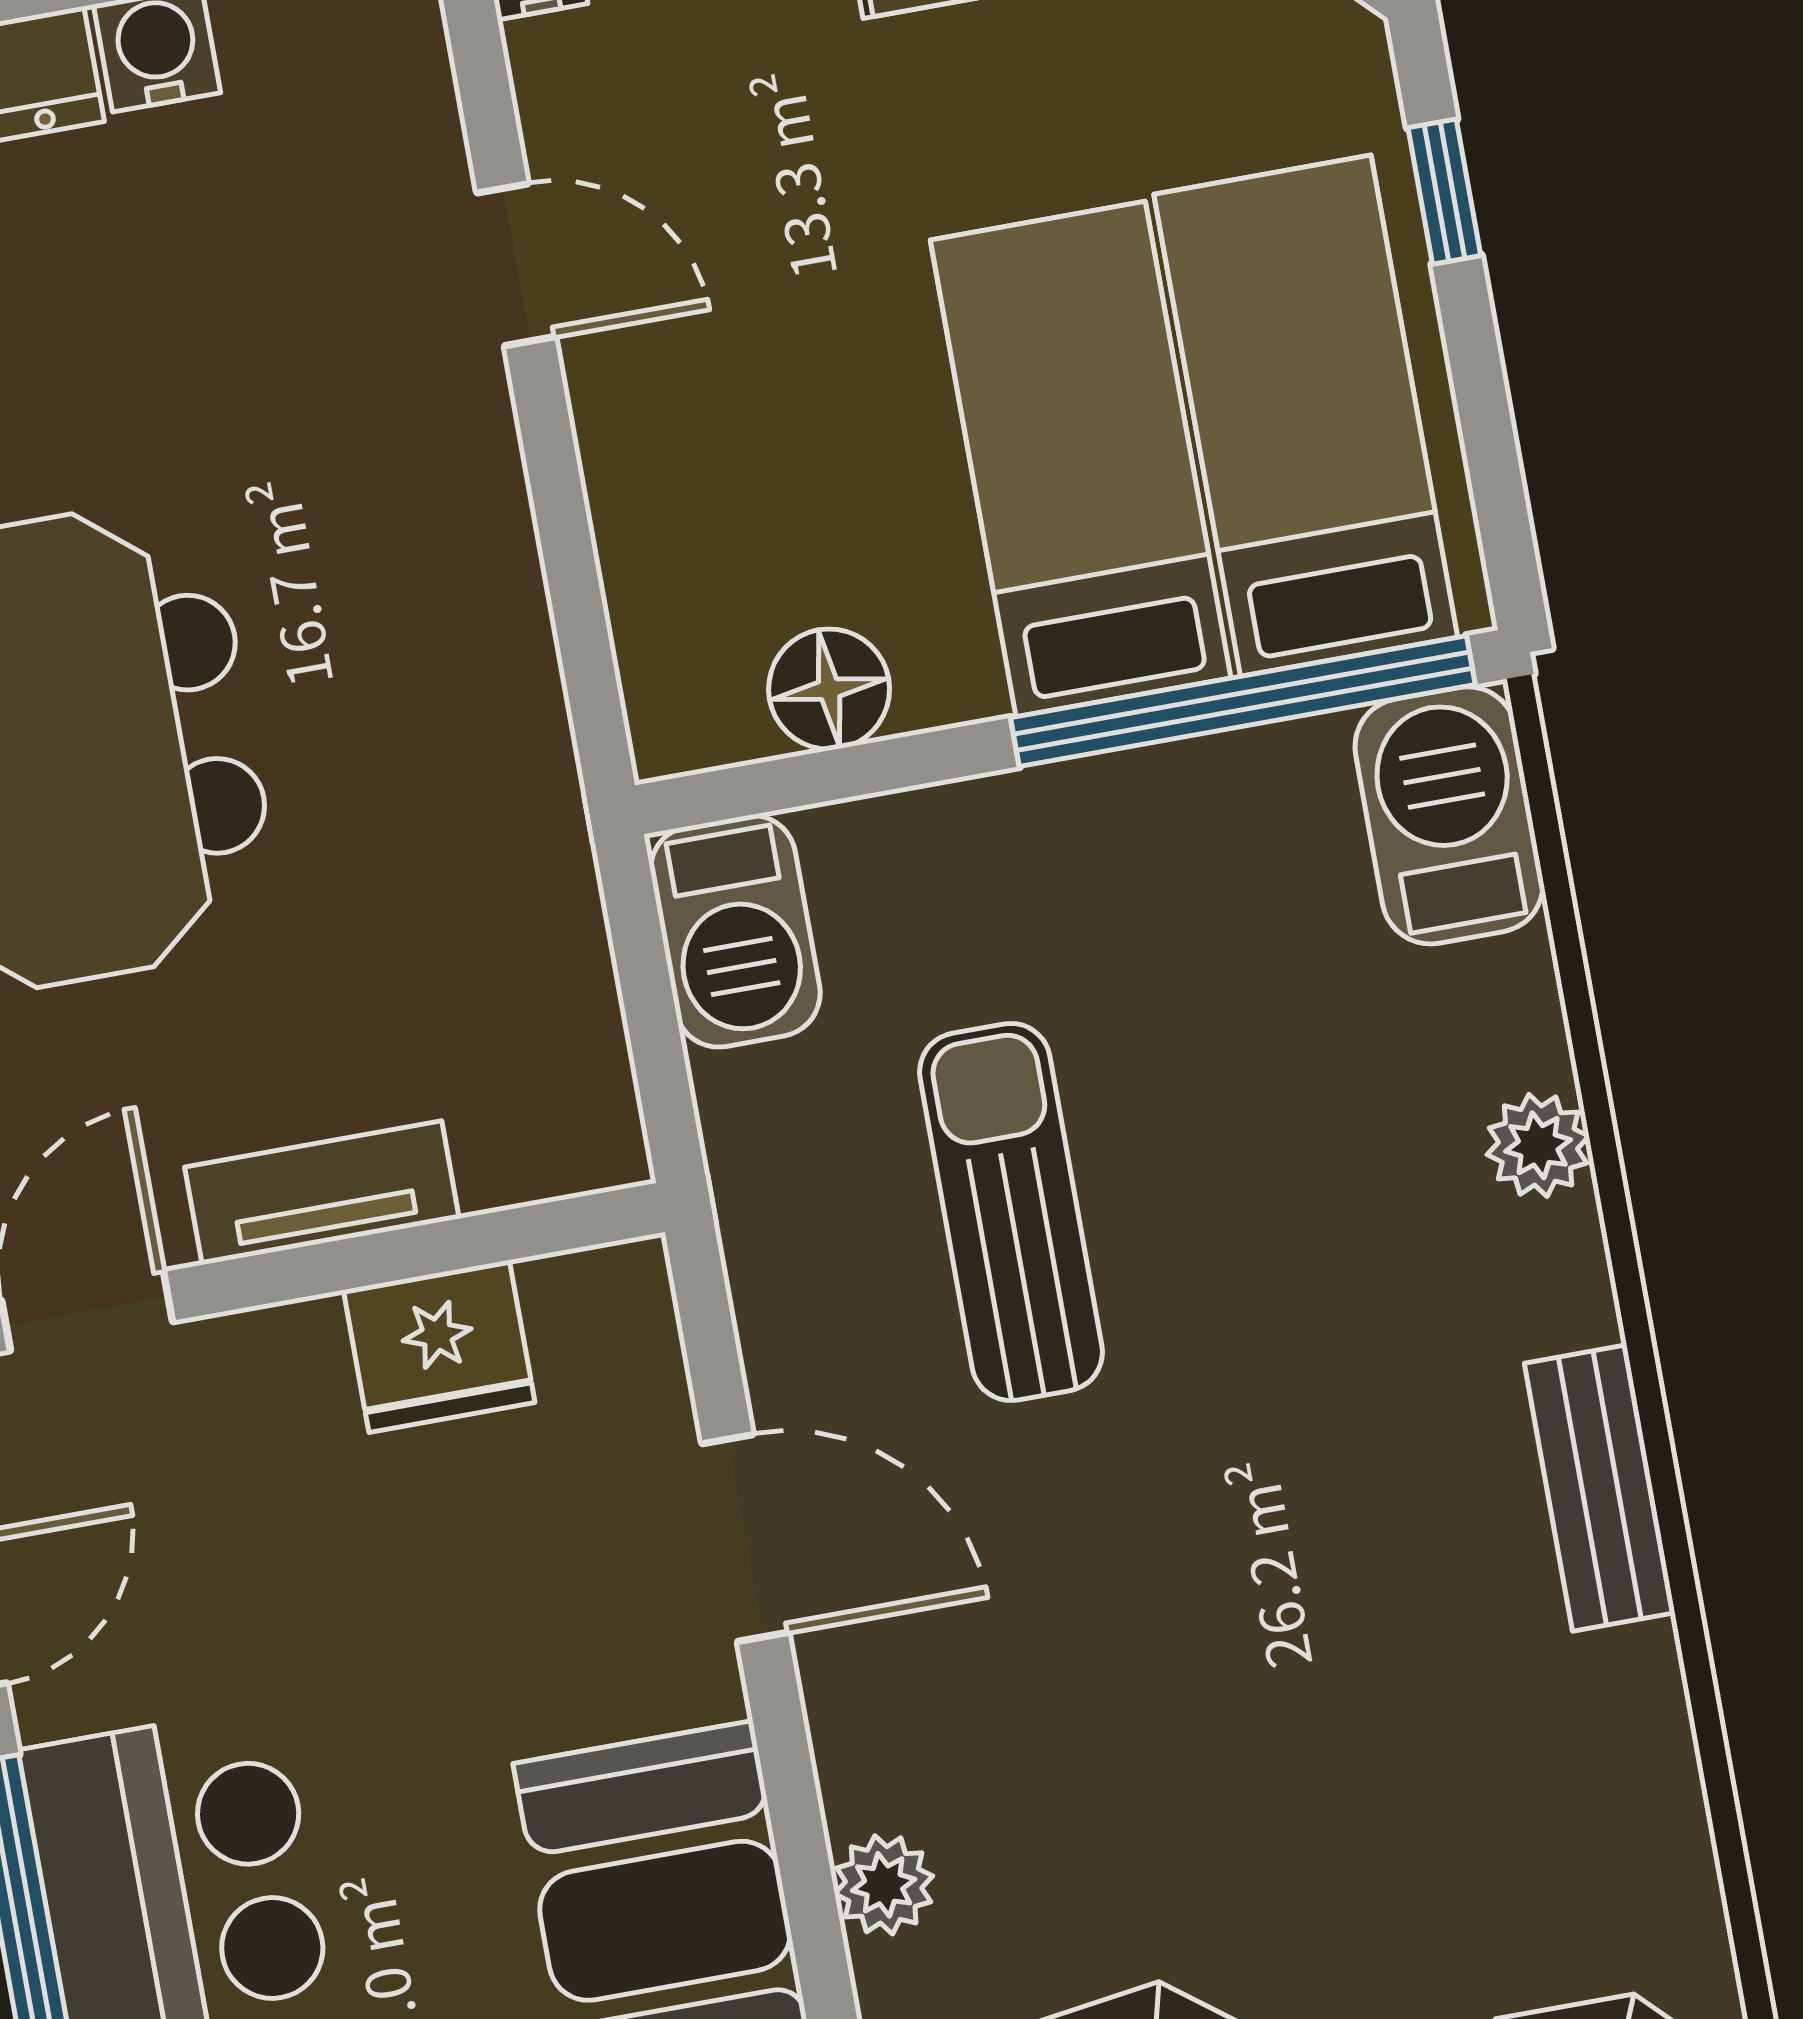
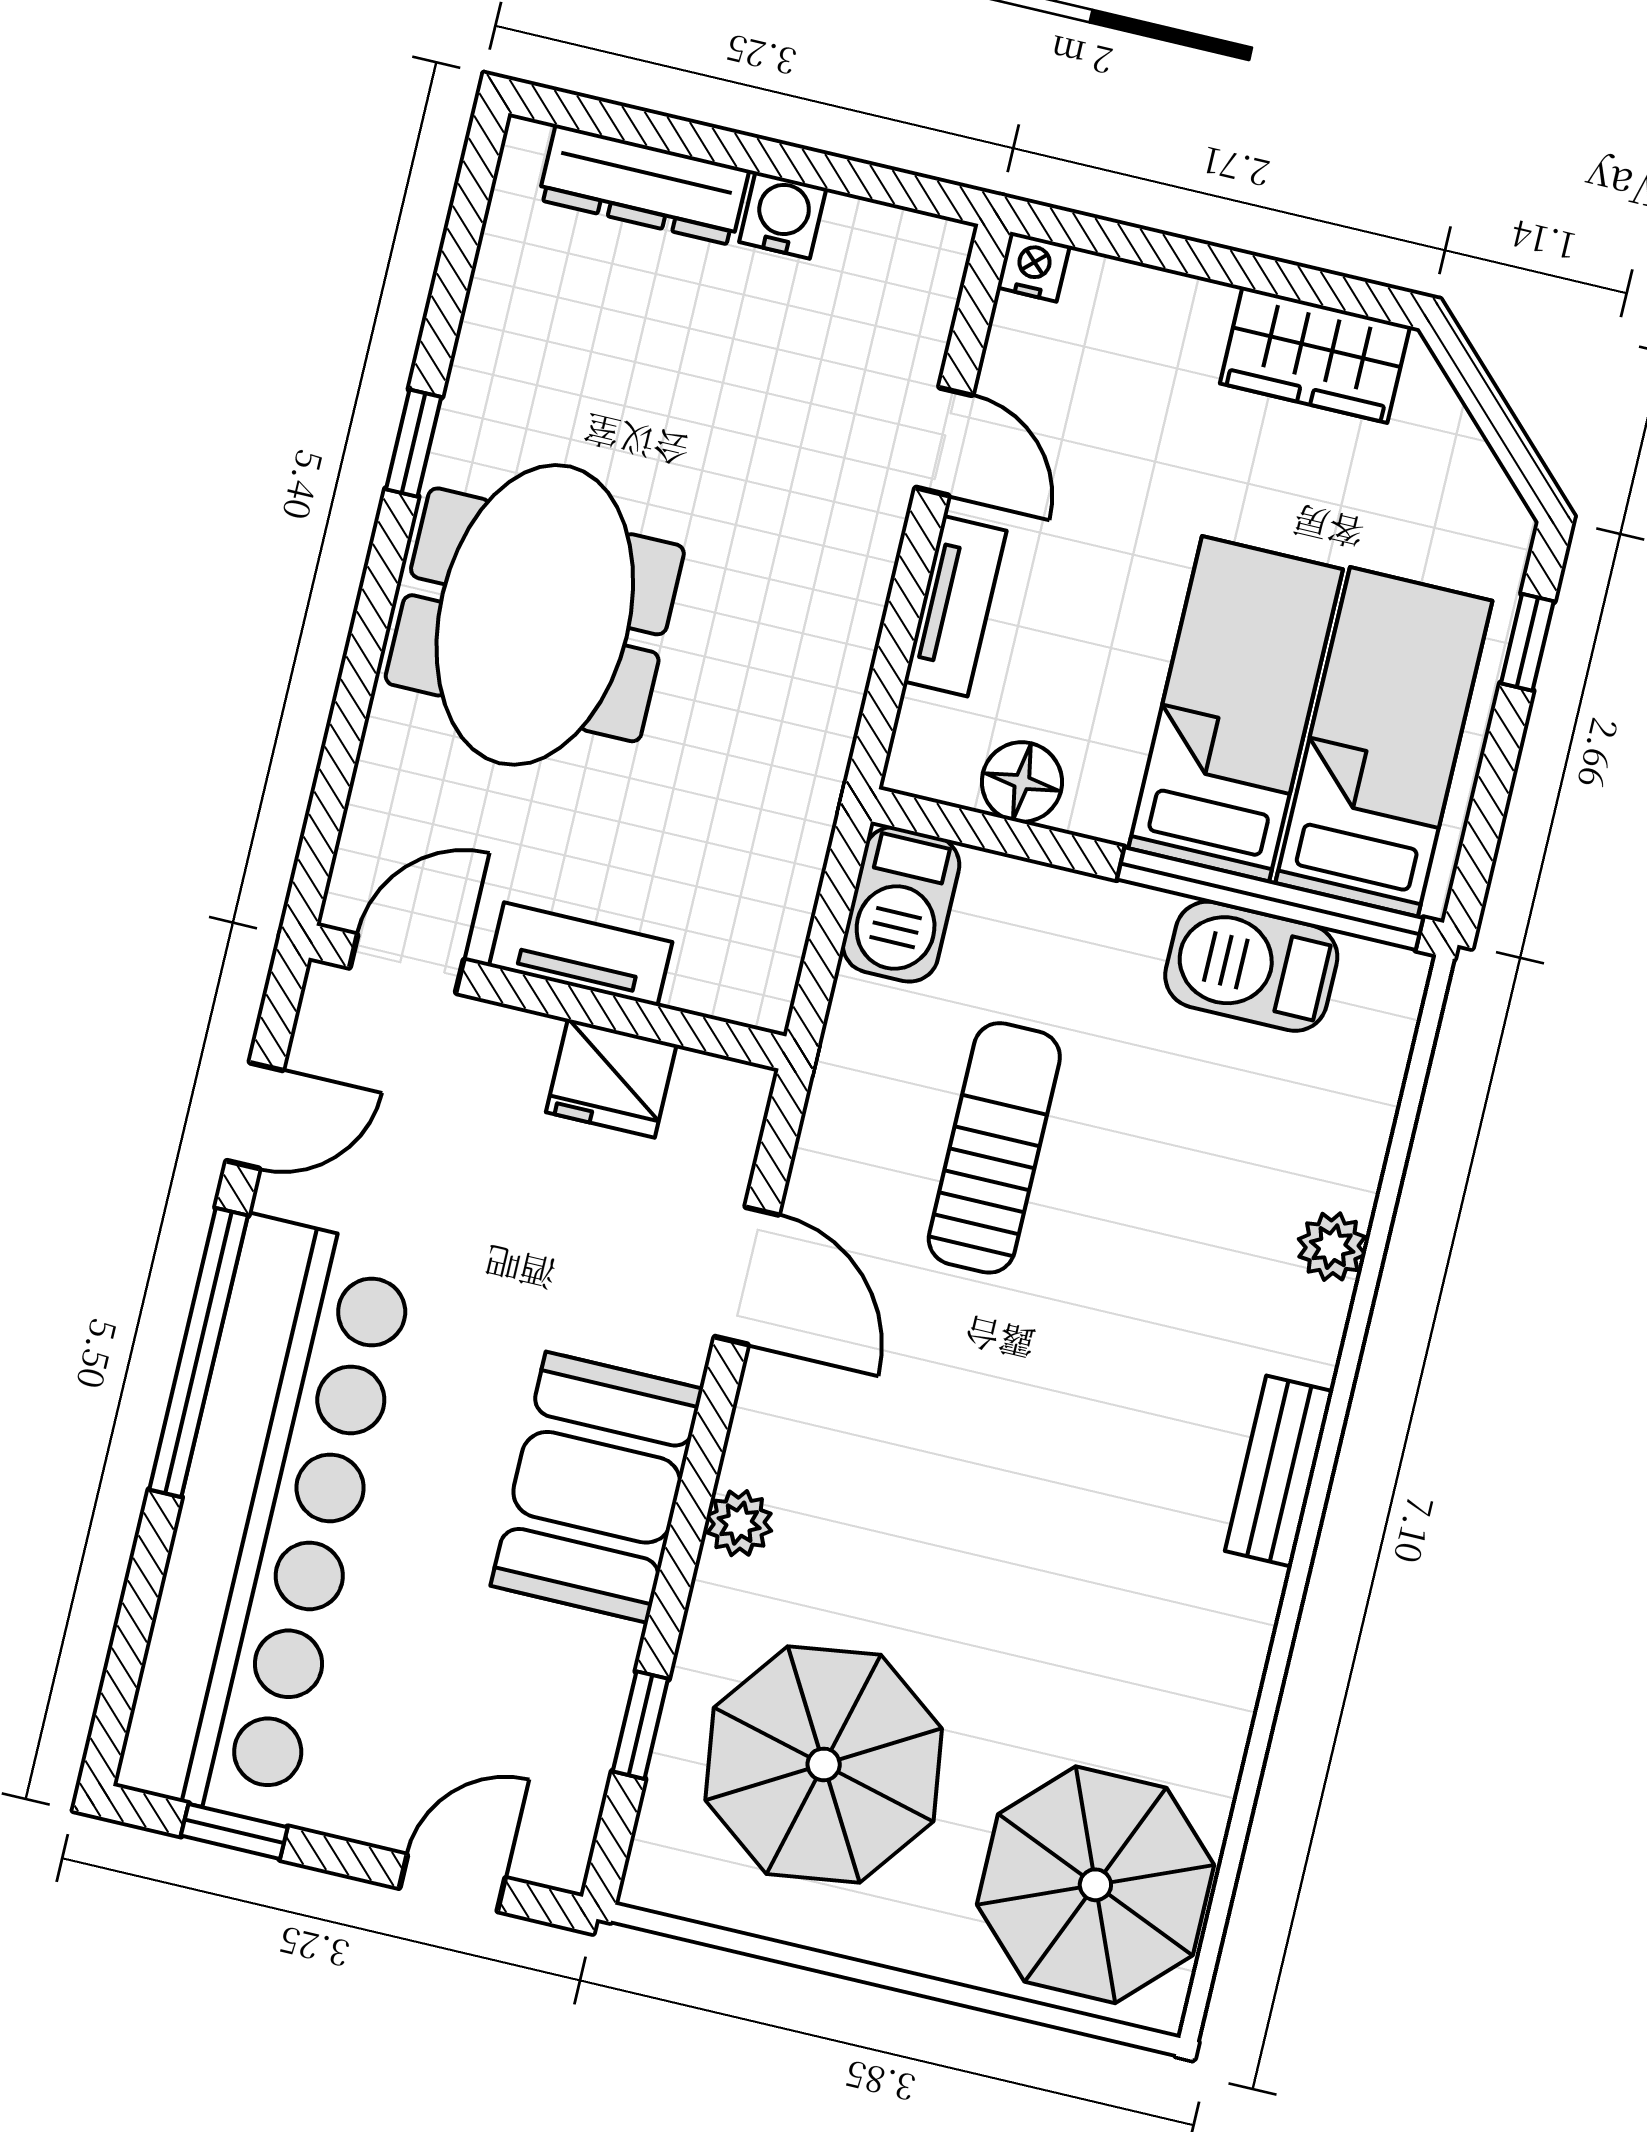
tv unit: (631, 486) -> (955, 606), added
barbecue: (1449, 815) -> (1251, 966), moved, turned -90

